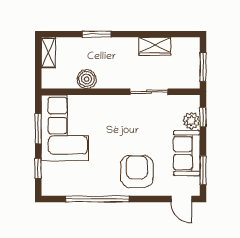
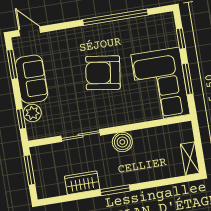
window: (97, 34) -> (115, 190), moved
boiler: (87, 79) -> (122, 142), moved
armchair: (137, 171) -> (103, 73), moved, turned 98

